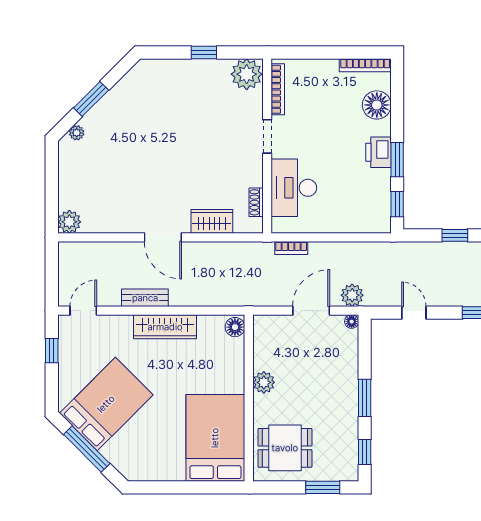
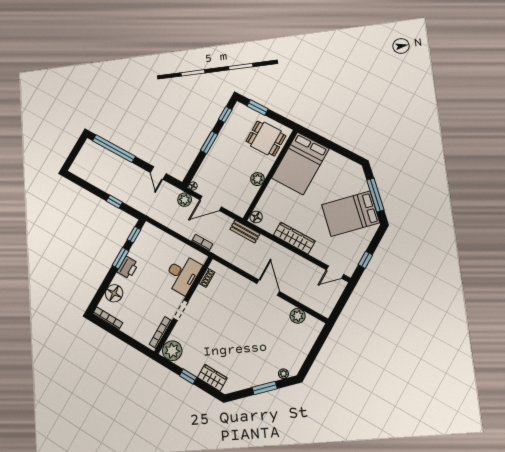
wardrobe: (212, 221) -> (212, 378), moved, turned 180
plant: (69, 222) -> (298, 316), moved
bench: (145, 298) -> (245, 231), moved

